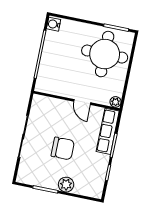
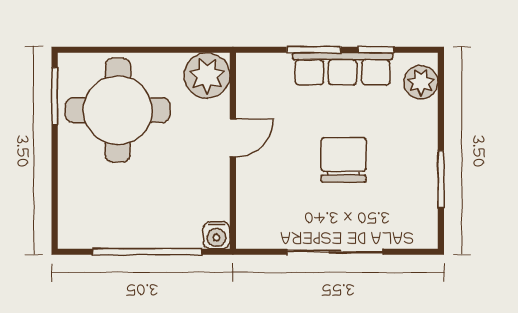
water cooler: (54, 24) -> (216, 235), moved
plant: (116, 102) -> (207, 75), width x1.87, depth x1.87
row of seats: (108, 131) -> (343, 69), moved
plant: (66, 185) -> (421, 82), moved

